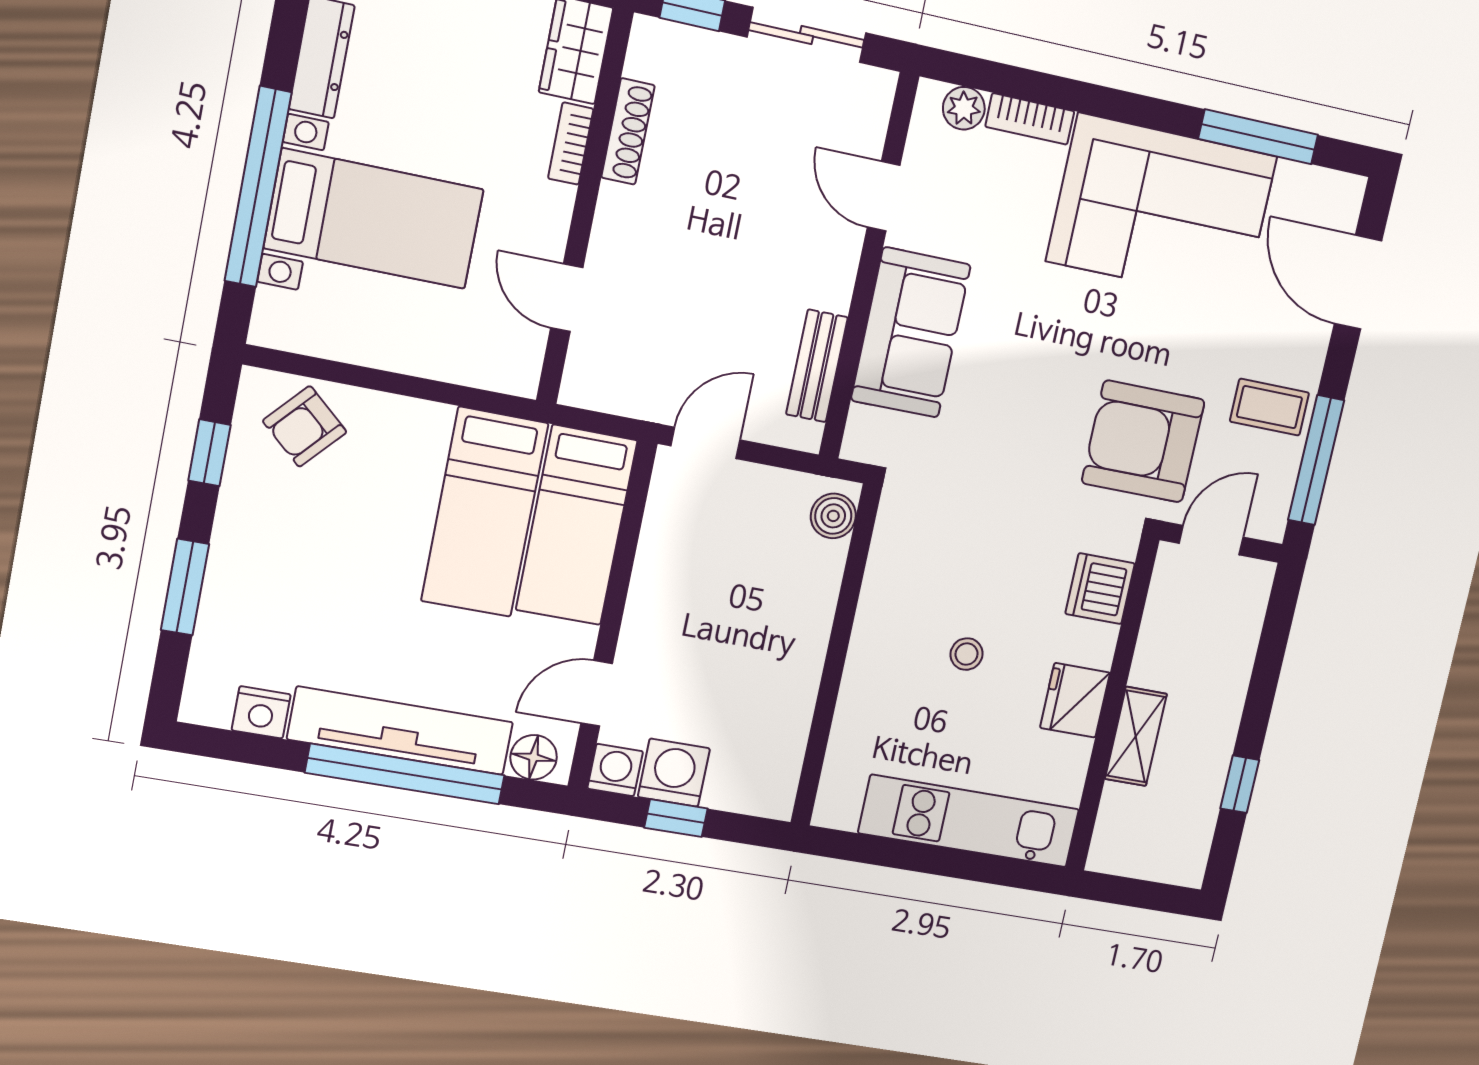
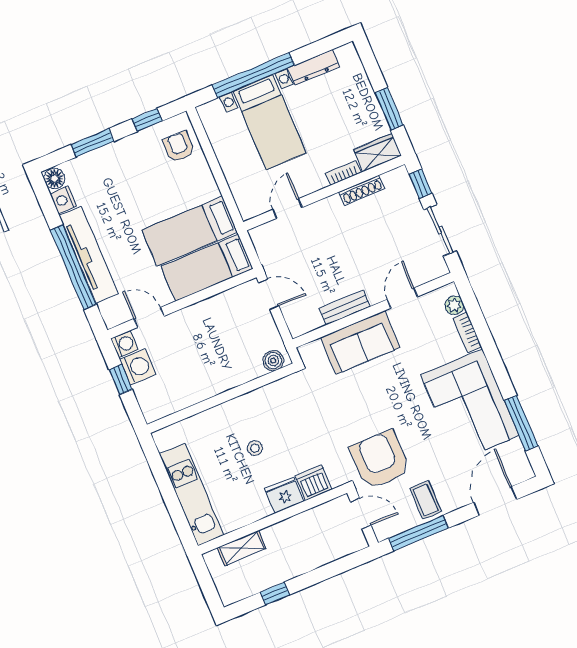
bench: (817, 366) -> (345, 307), moved
armchair: (305, 426) -> (179, 147), turned 48
fridge: (1075, 700) -> (284, 495), moved
shelving: (1136, 736) -> (242, 548), moved
floor lamp: (534, 757) -> (54, 179), moved

